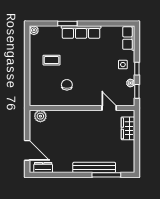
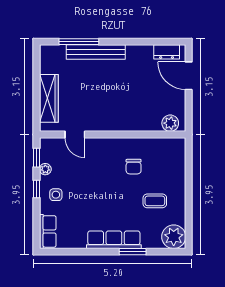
plant: (34, 30) -> (174, 237), width x1.87, depth x1.87
wardrobe: (128, 128) -> (49, 98), width x1.50

